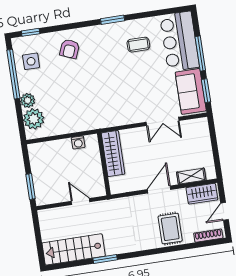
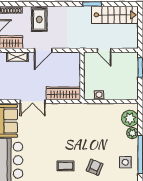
coffee table: (138, 45) -> (65, 166), moved
double door: (163, 121) -> (33, 102), swing flipped
wardrobe: (113, 153) -> (63, 93), moved, turned 90

